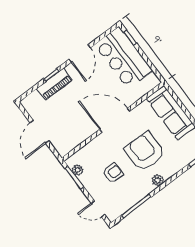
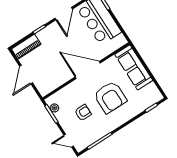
piano: (55, 84) -> (26, 47), moved
armchair: (145, 152) -> (110, 97), turned 180
plant: (158, 180) -> (119, 121), removed

